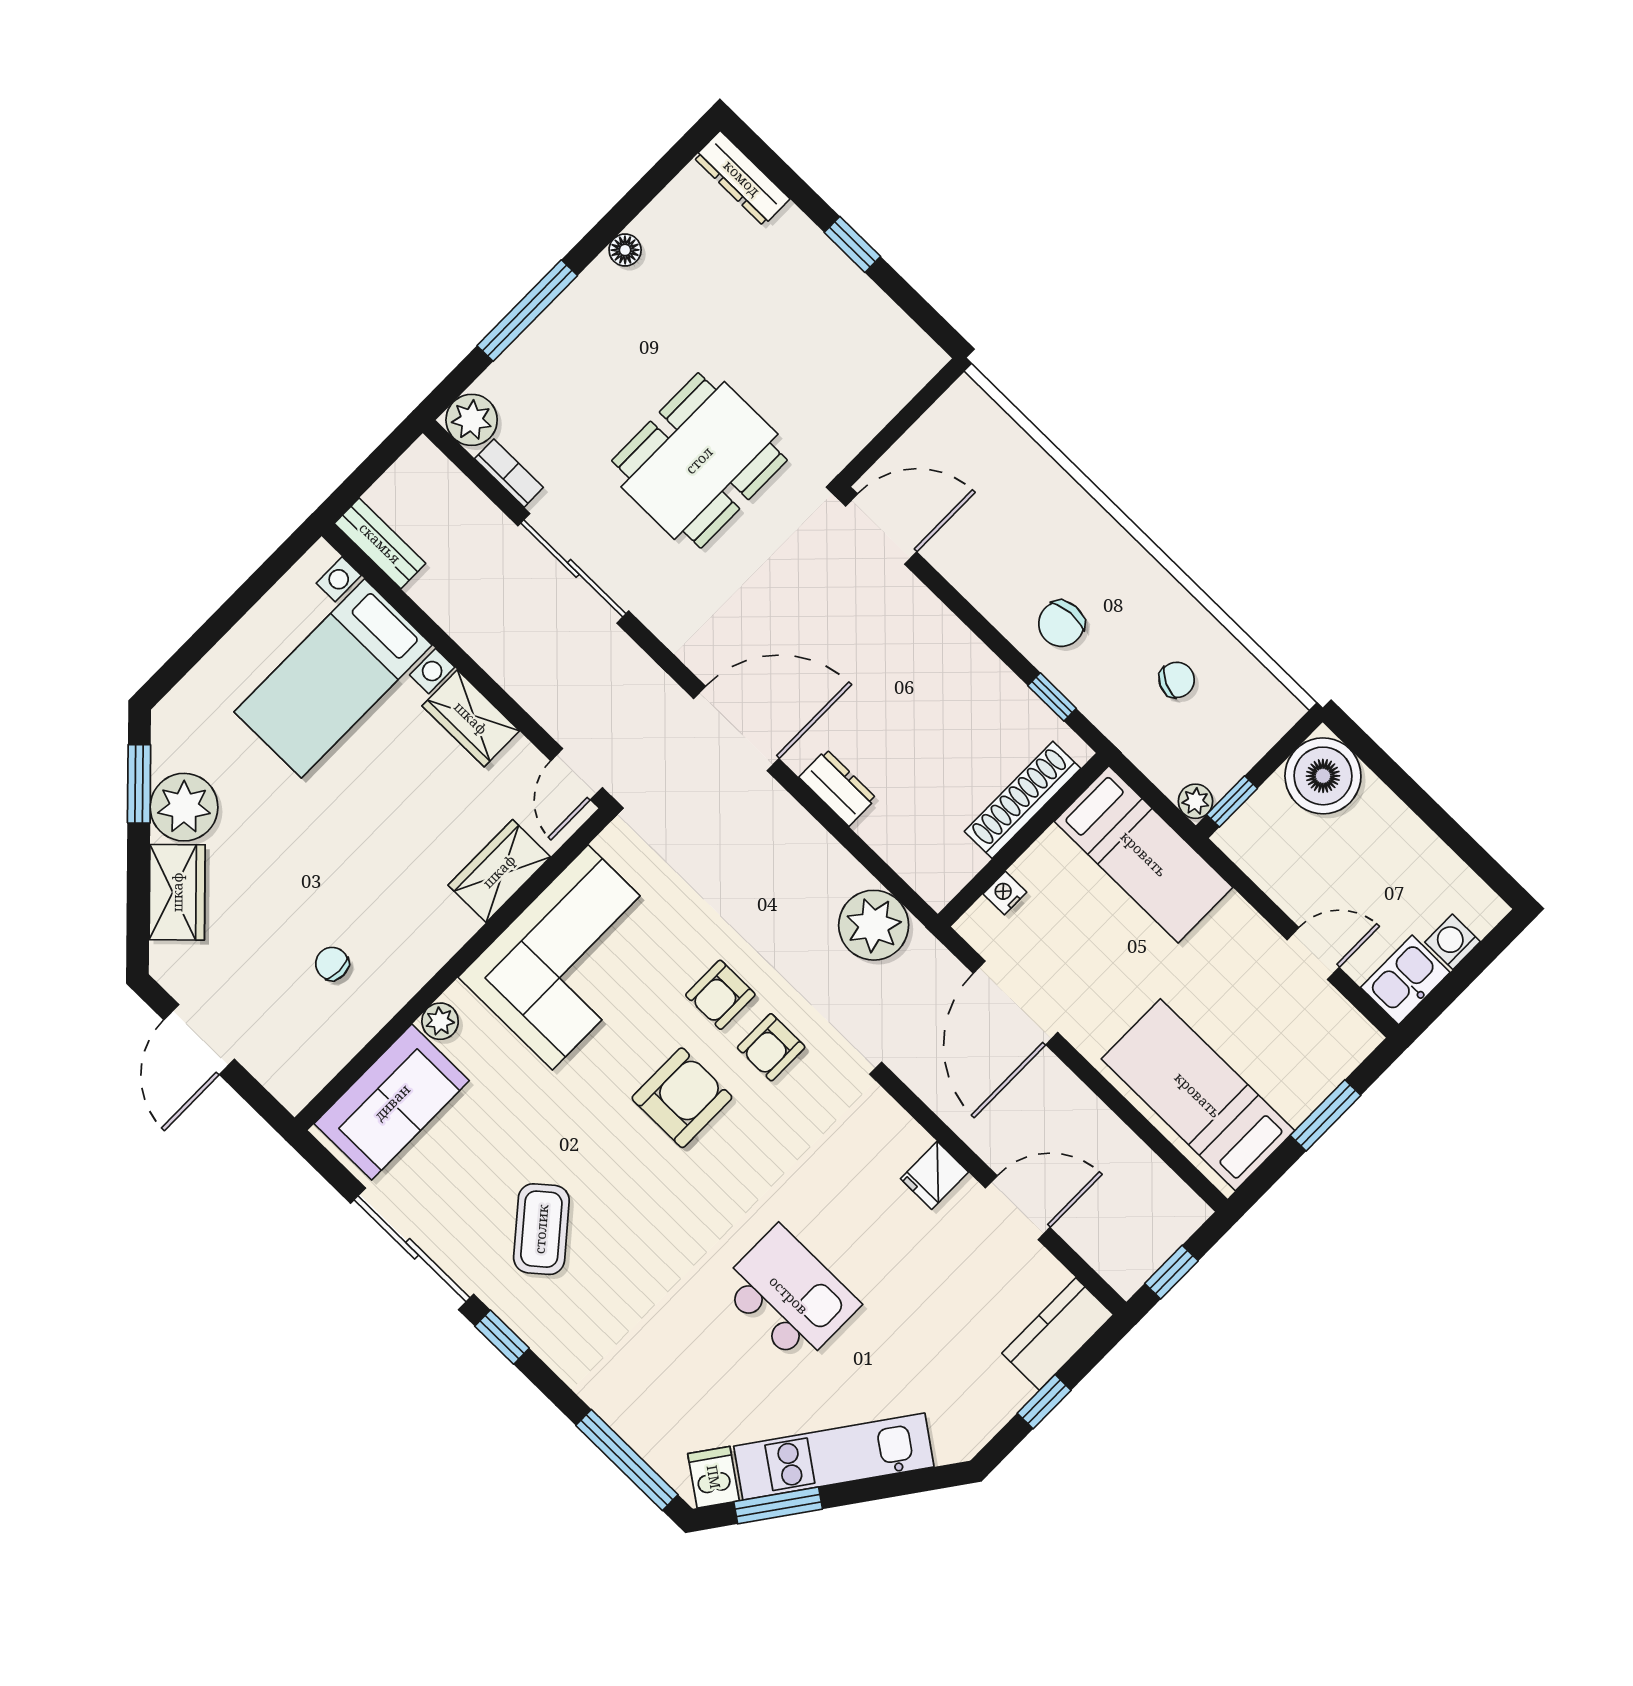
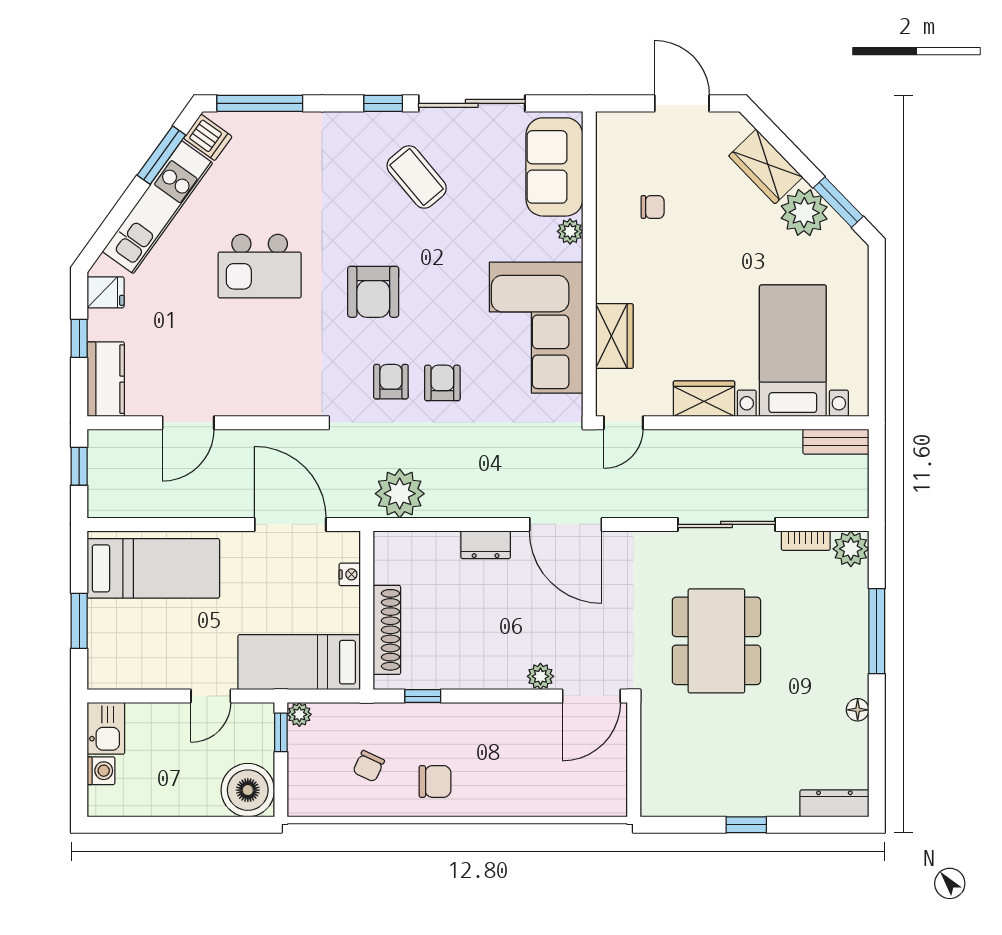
plant: (913, 600) -> (540, 676), added
chair: (1061, 624) -> (435, 781), moved, turned 94
door: (736, 729) -> (566, 524), hinge flipped
door: (577, 774) -> (623, 423), swing flipped
door: (1313, 954) -> (211, 696), moved
armchair: (682, 1098) -> (373, 292), moved
fridge: (934, 1175) -> (106, 292), moved, turned 90

